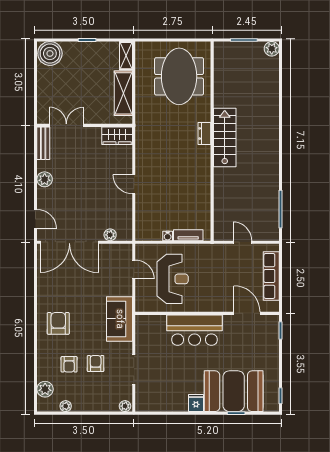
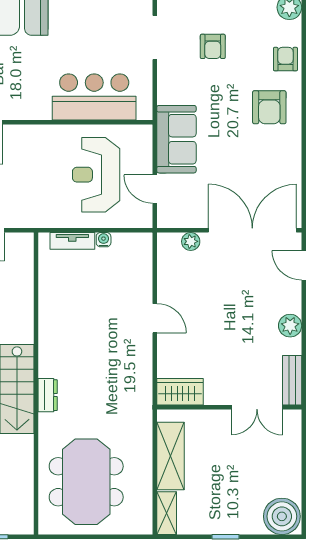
sofa: (119, 319) -> (176, 139), moved
bar counter: (195, 330) -> (94, 97), moved
armchair: (69, 364) -> (285, 59), moved

